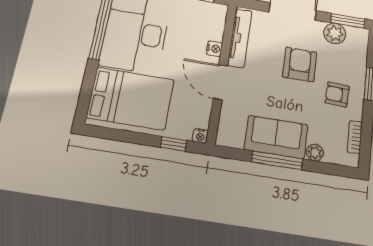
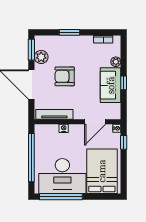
door: (220, 82) -> (95, 122), moved
armchair: (337, 94) -> (79, 52), removed
window: (277, 160) -> (124, 83), width x0.46

